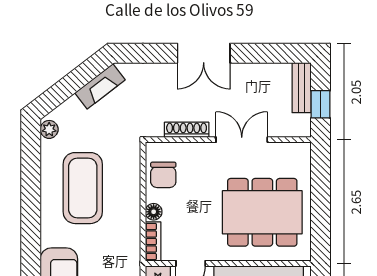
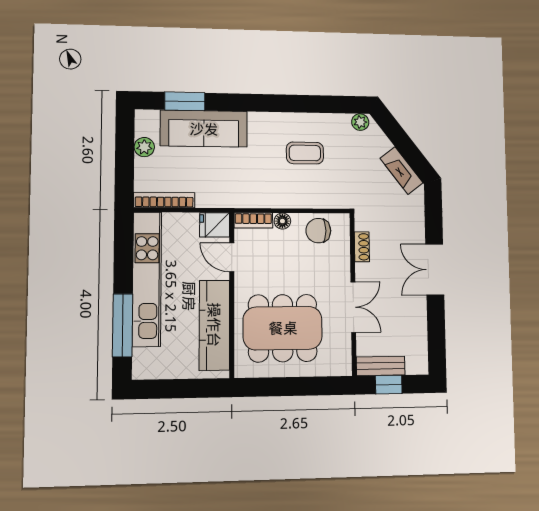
bench: (302, 88) -> (381, 366), moved
shoe rack: (187, 130) -> (362, 247), width x0.70
coffee table: (83, 188) -> (305, 153), width x0.54, depth x0.58
dining table: (262, 212) -> (283, 328), turned 90

